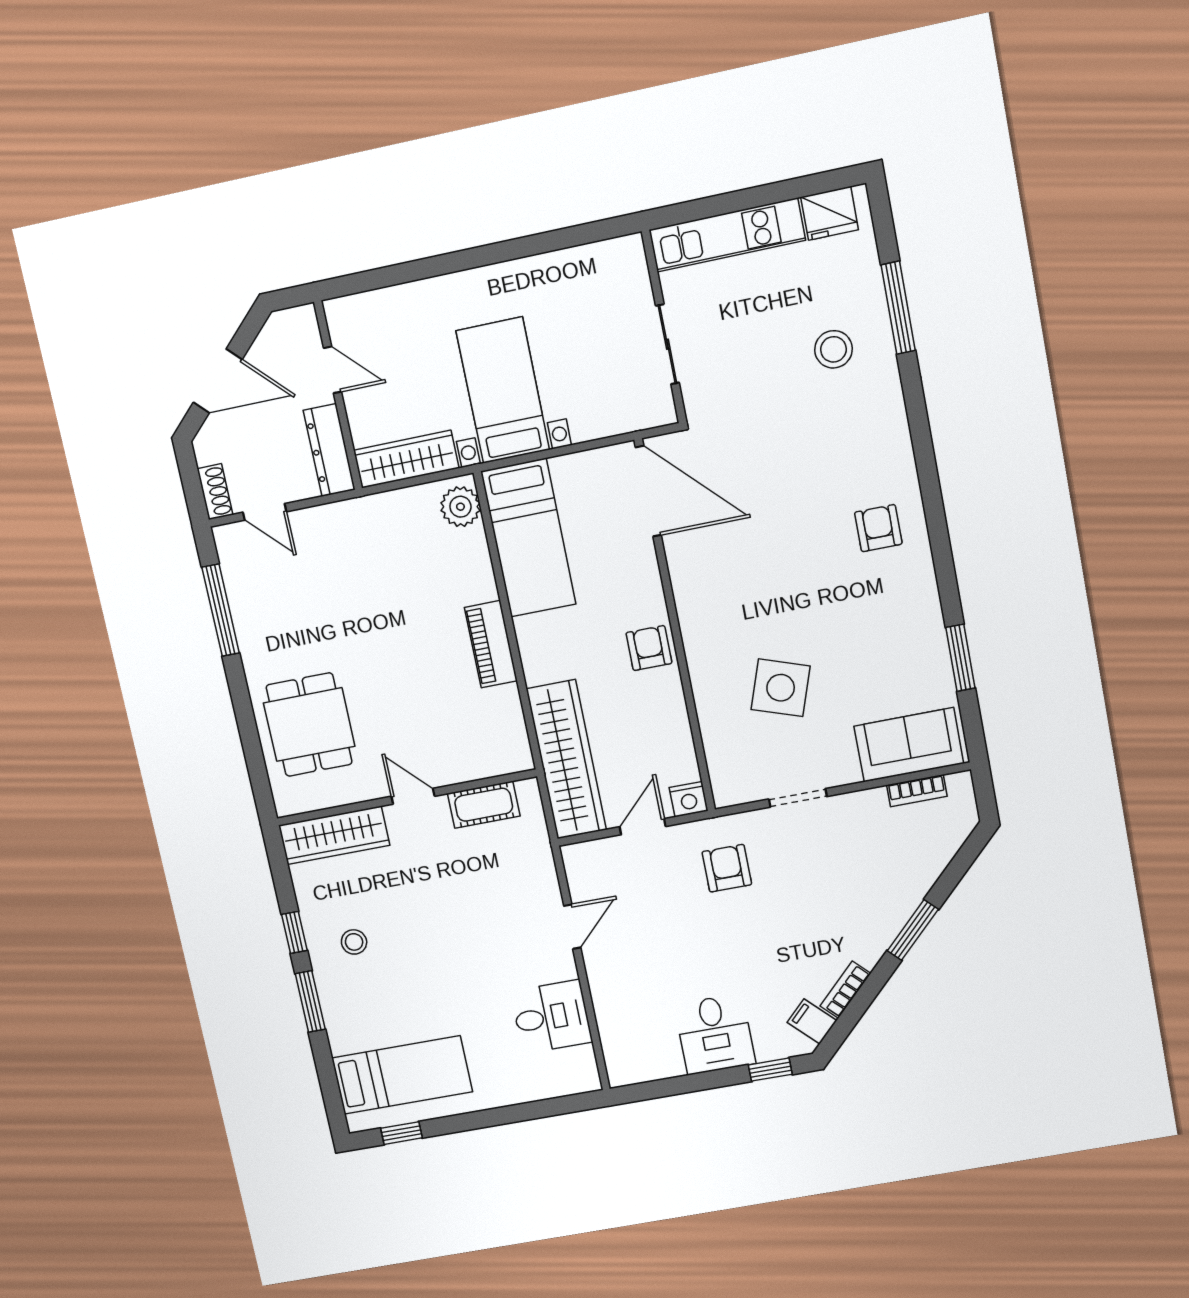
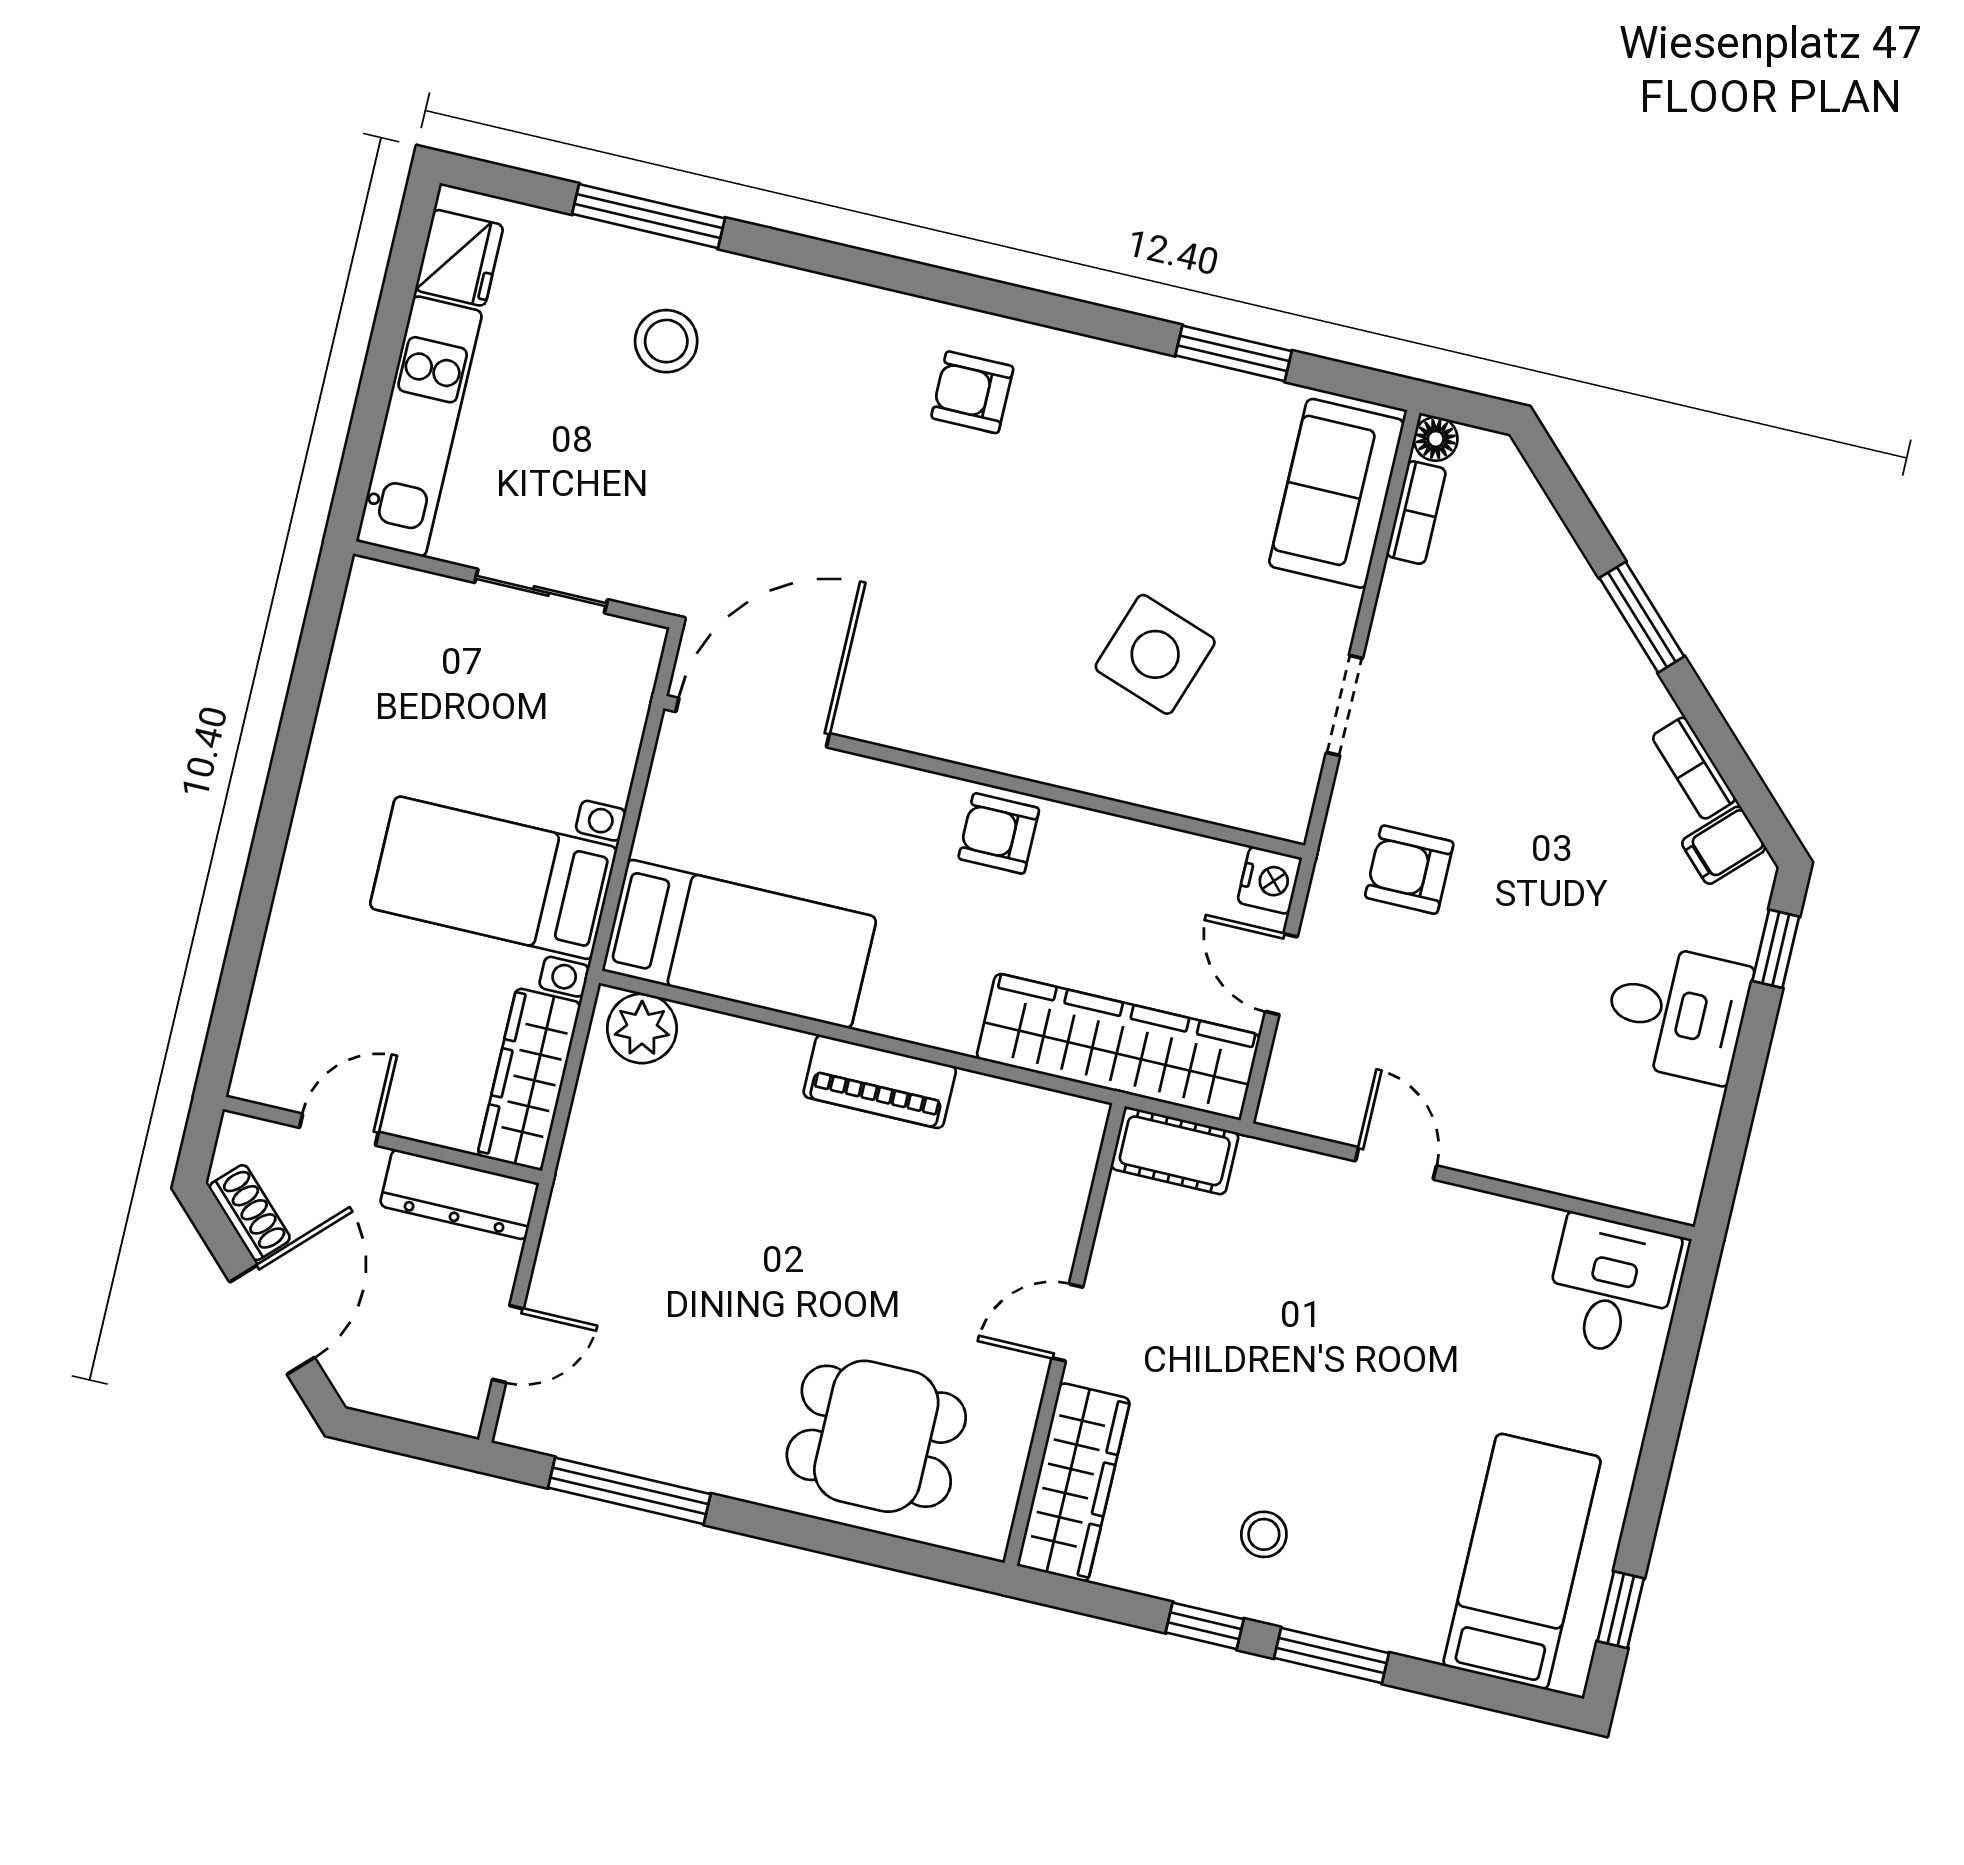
shoe rack: (215, 492) -> (250, 1213), moved, turned 45
floor lamp: (961, 784) -> (1436, 439), added
cot: (484, 805) -> (1175, 1151), moved, turned 90
desk: (551, 1017) -> (1611, 1286), moved

